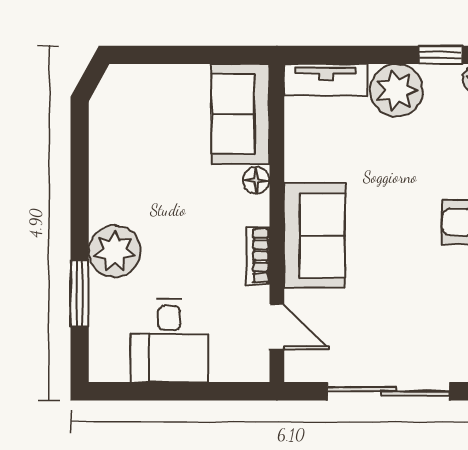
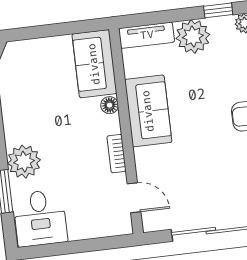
sofa: (315, 236) -> (148, 111), moved
desk: (169, 341) -> (40, 218), moved

